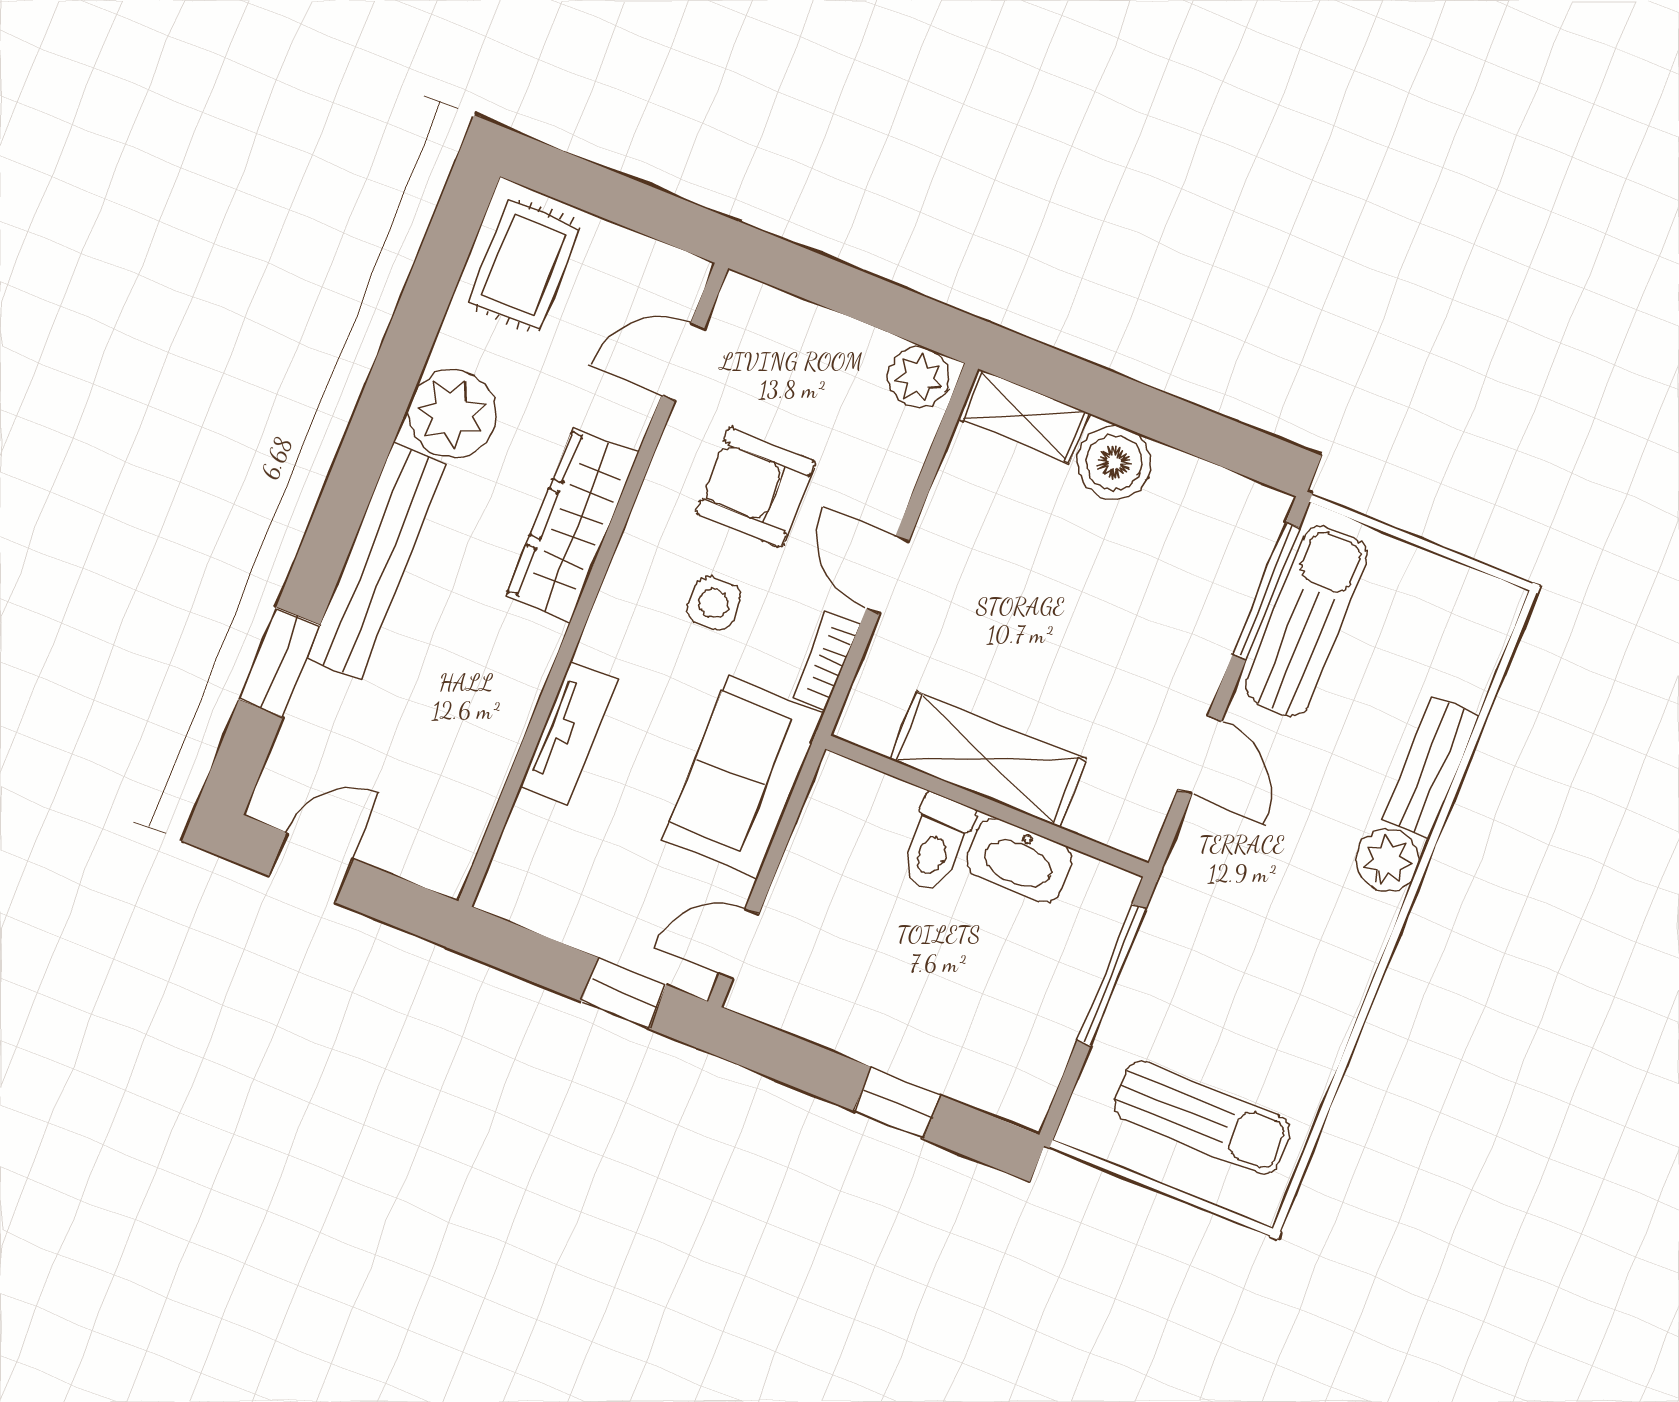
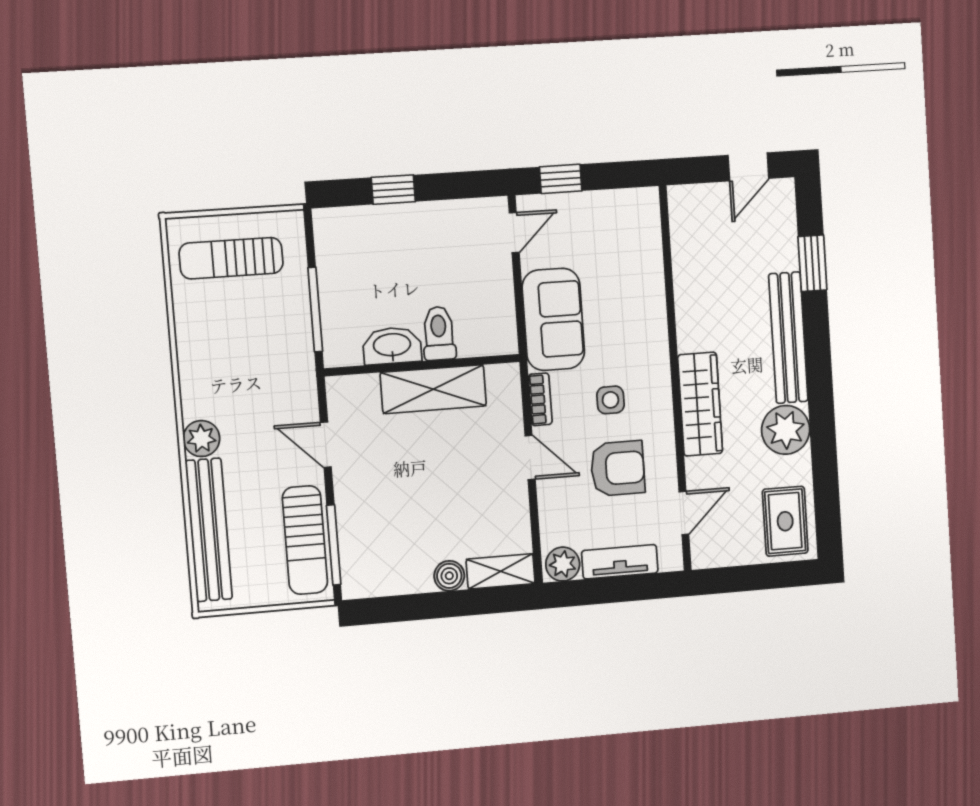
boiler: (1114, 462) -> (449, 576), width x0.73, depth x0.73
tv unit: (569, 733) -> (620, 562), moved, turned 90
bench: (1431, 767) -> (209, 530), width x1.86, depth x1.21

